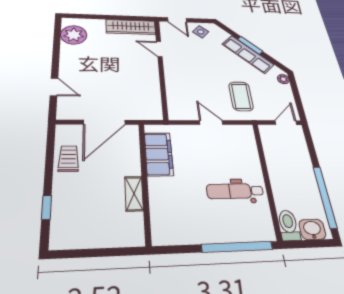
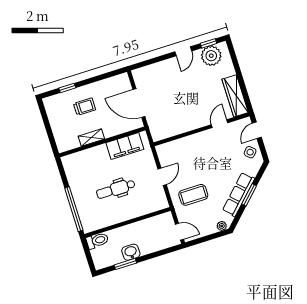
window: (57, 33) -> (208, 43), added
door: (54, 87) -> (183, 51), moved
trolley: (69, 159) -> (85, 107), moved
dental chair: (235, 191) -> (116, 189), moved, turned -90
window: (325, 197) -> (125, 264), width x0.47
washbasin: (312, 229) -> (131, 252), moved, turned -90

